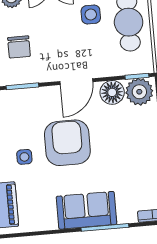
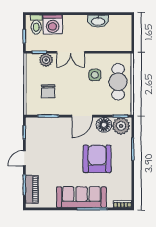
armchair: (67, 143) -> (97, 159), moved
side table: (24, 157) -> (46, 160), removed
sofa: (87, 210) -> (81, 197), width x1.36

